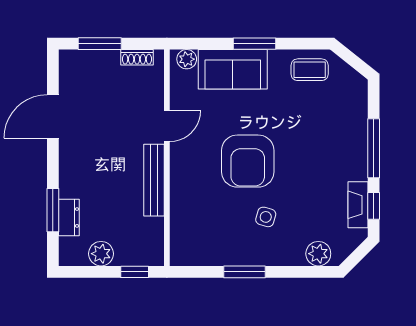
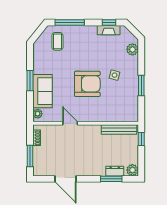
coffee table: (310, 70) -> (57, 41), moved
window: (374, 148) -> (70, 22), moved
bench: (154, 180) -> (119, 130), moved
plant: (101, 254) -> (132, 170), moved

